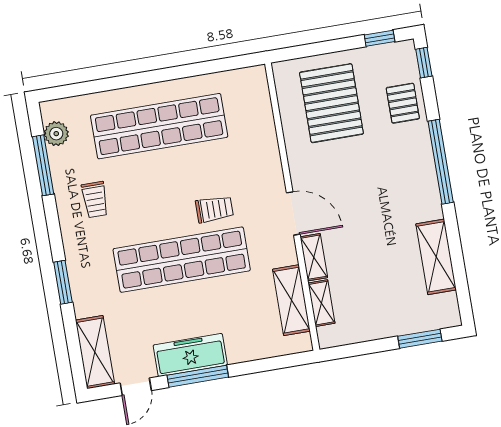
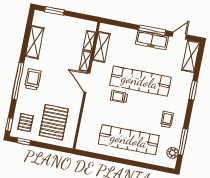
pallet: (403, 103) -> (25, 122), moved
trolley: (410, 177) -> (33, 79), added

